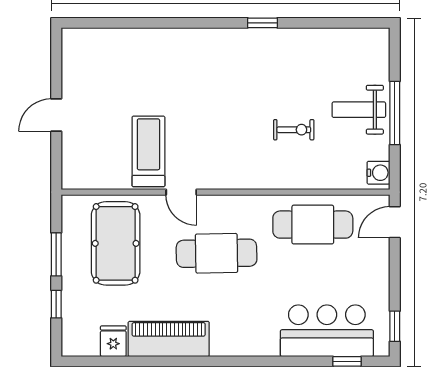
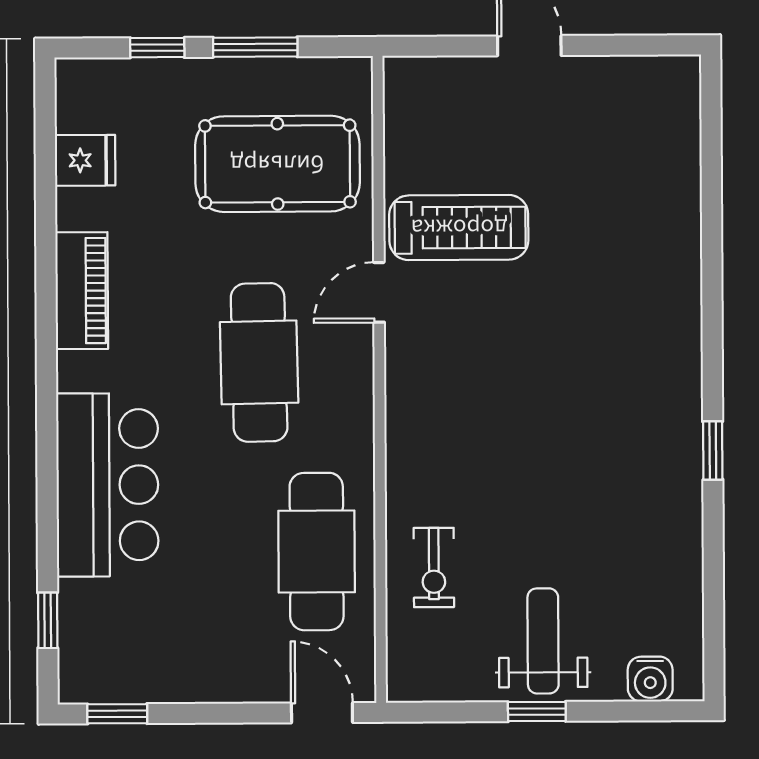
window: (395, 113) -> (537, 712), width x0.46
exercise bike: (294, 130) -> (434, 568), moved
water cooler: (378, 173) -> (650, 679), moved
bar counter: (327, 331) -> (107, 485), moved
piano: (169, 339) -> (82, 291), width x0.73, depth x0.75

